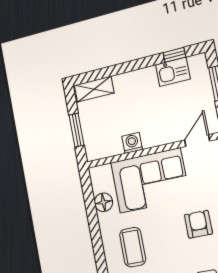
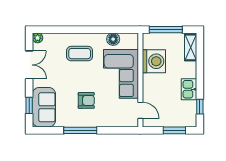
kitchen sink: (173, 72) -> (189, 89), moved
window: (76, 130) -> (166, 30), width x1.44
washing machine: (132, 143) -> (154, 61), width x1.89, depth x1.89

